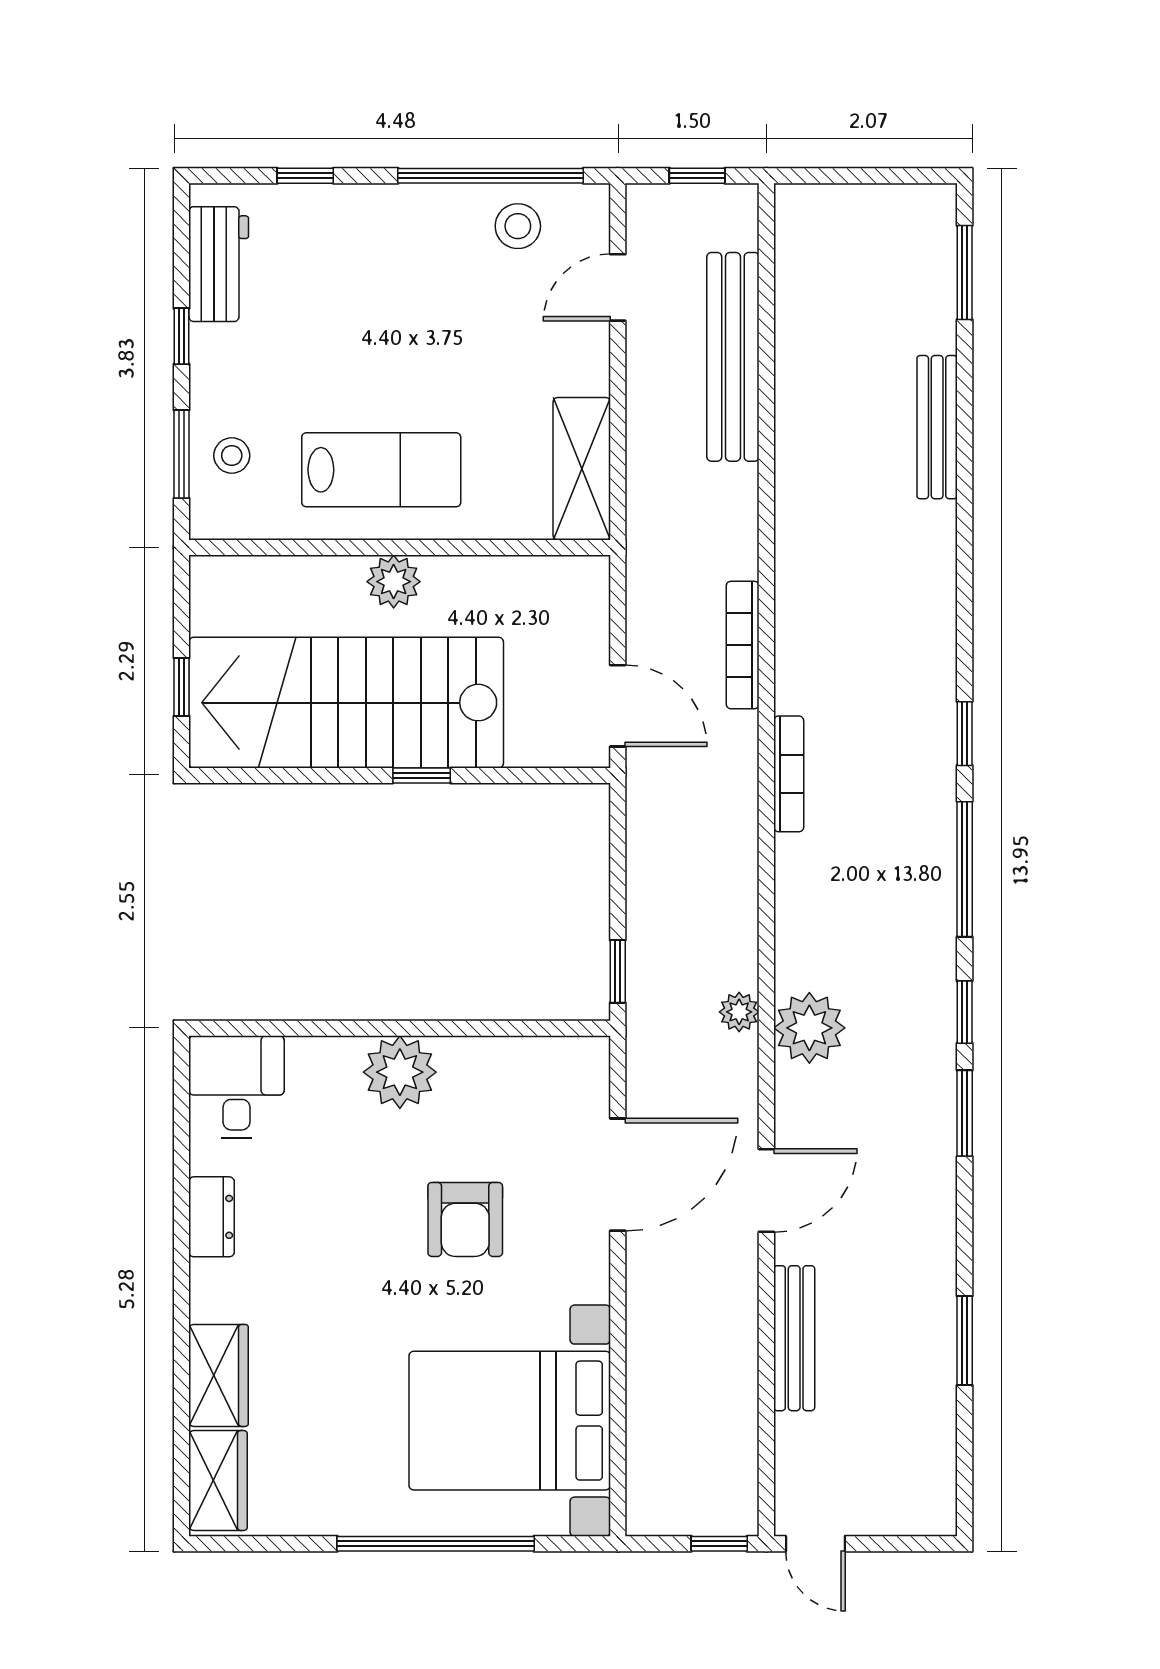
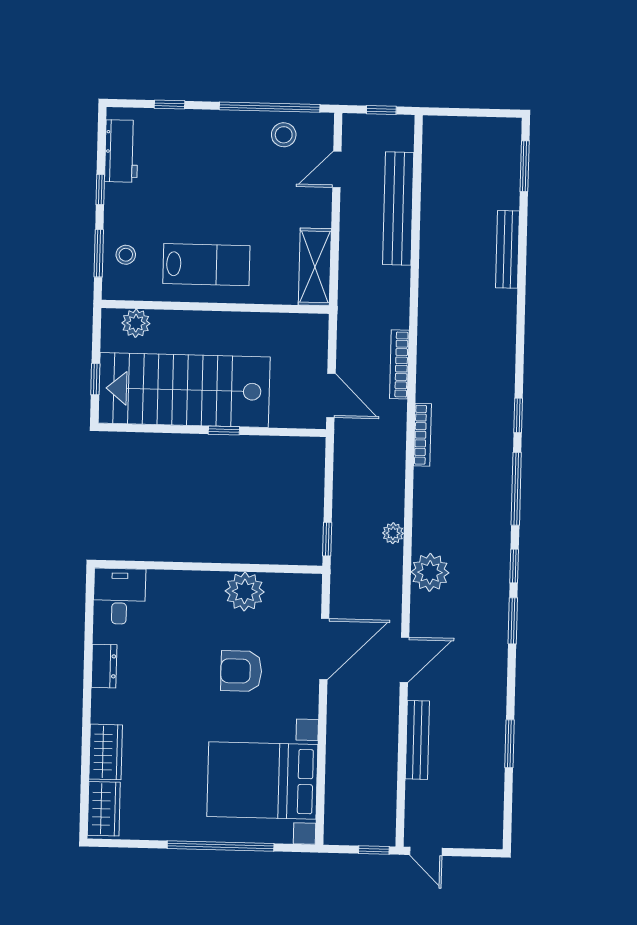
plant: (394, 582) -> (136, 323), moved
plant: (739, 1012) -> (393, 533), moved
plant: (400, 1072) -> (245, 591), moved
armchair: (465, 1219) -> (241, 671), turned 90

